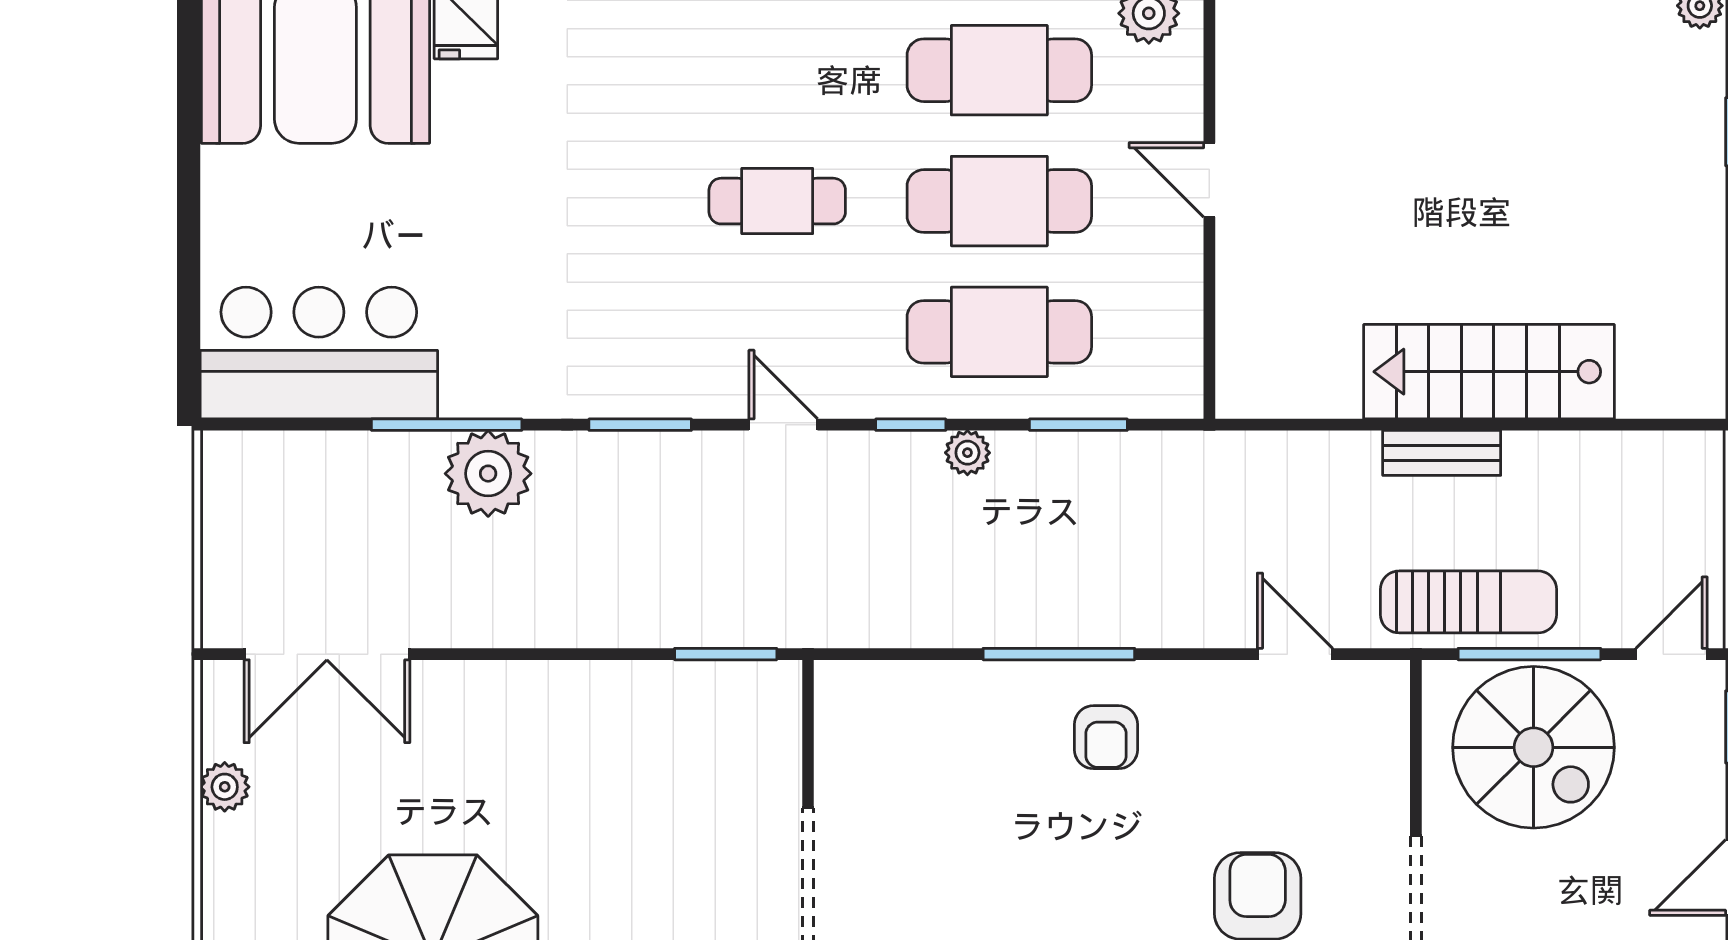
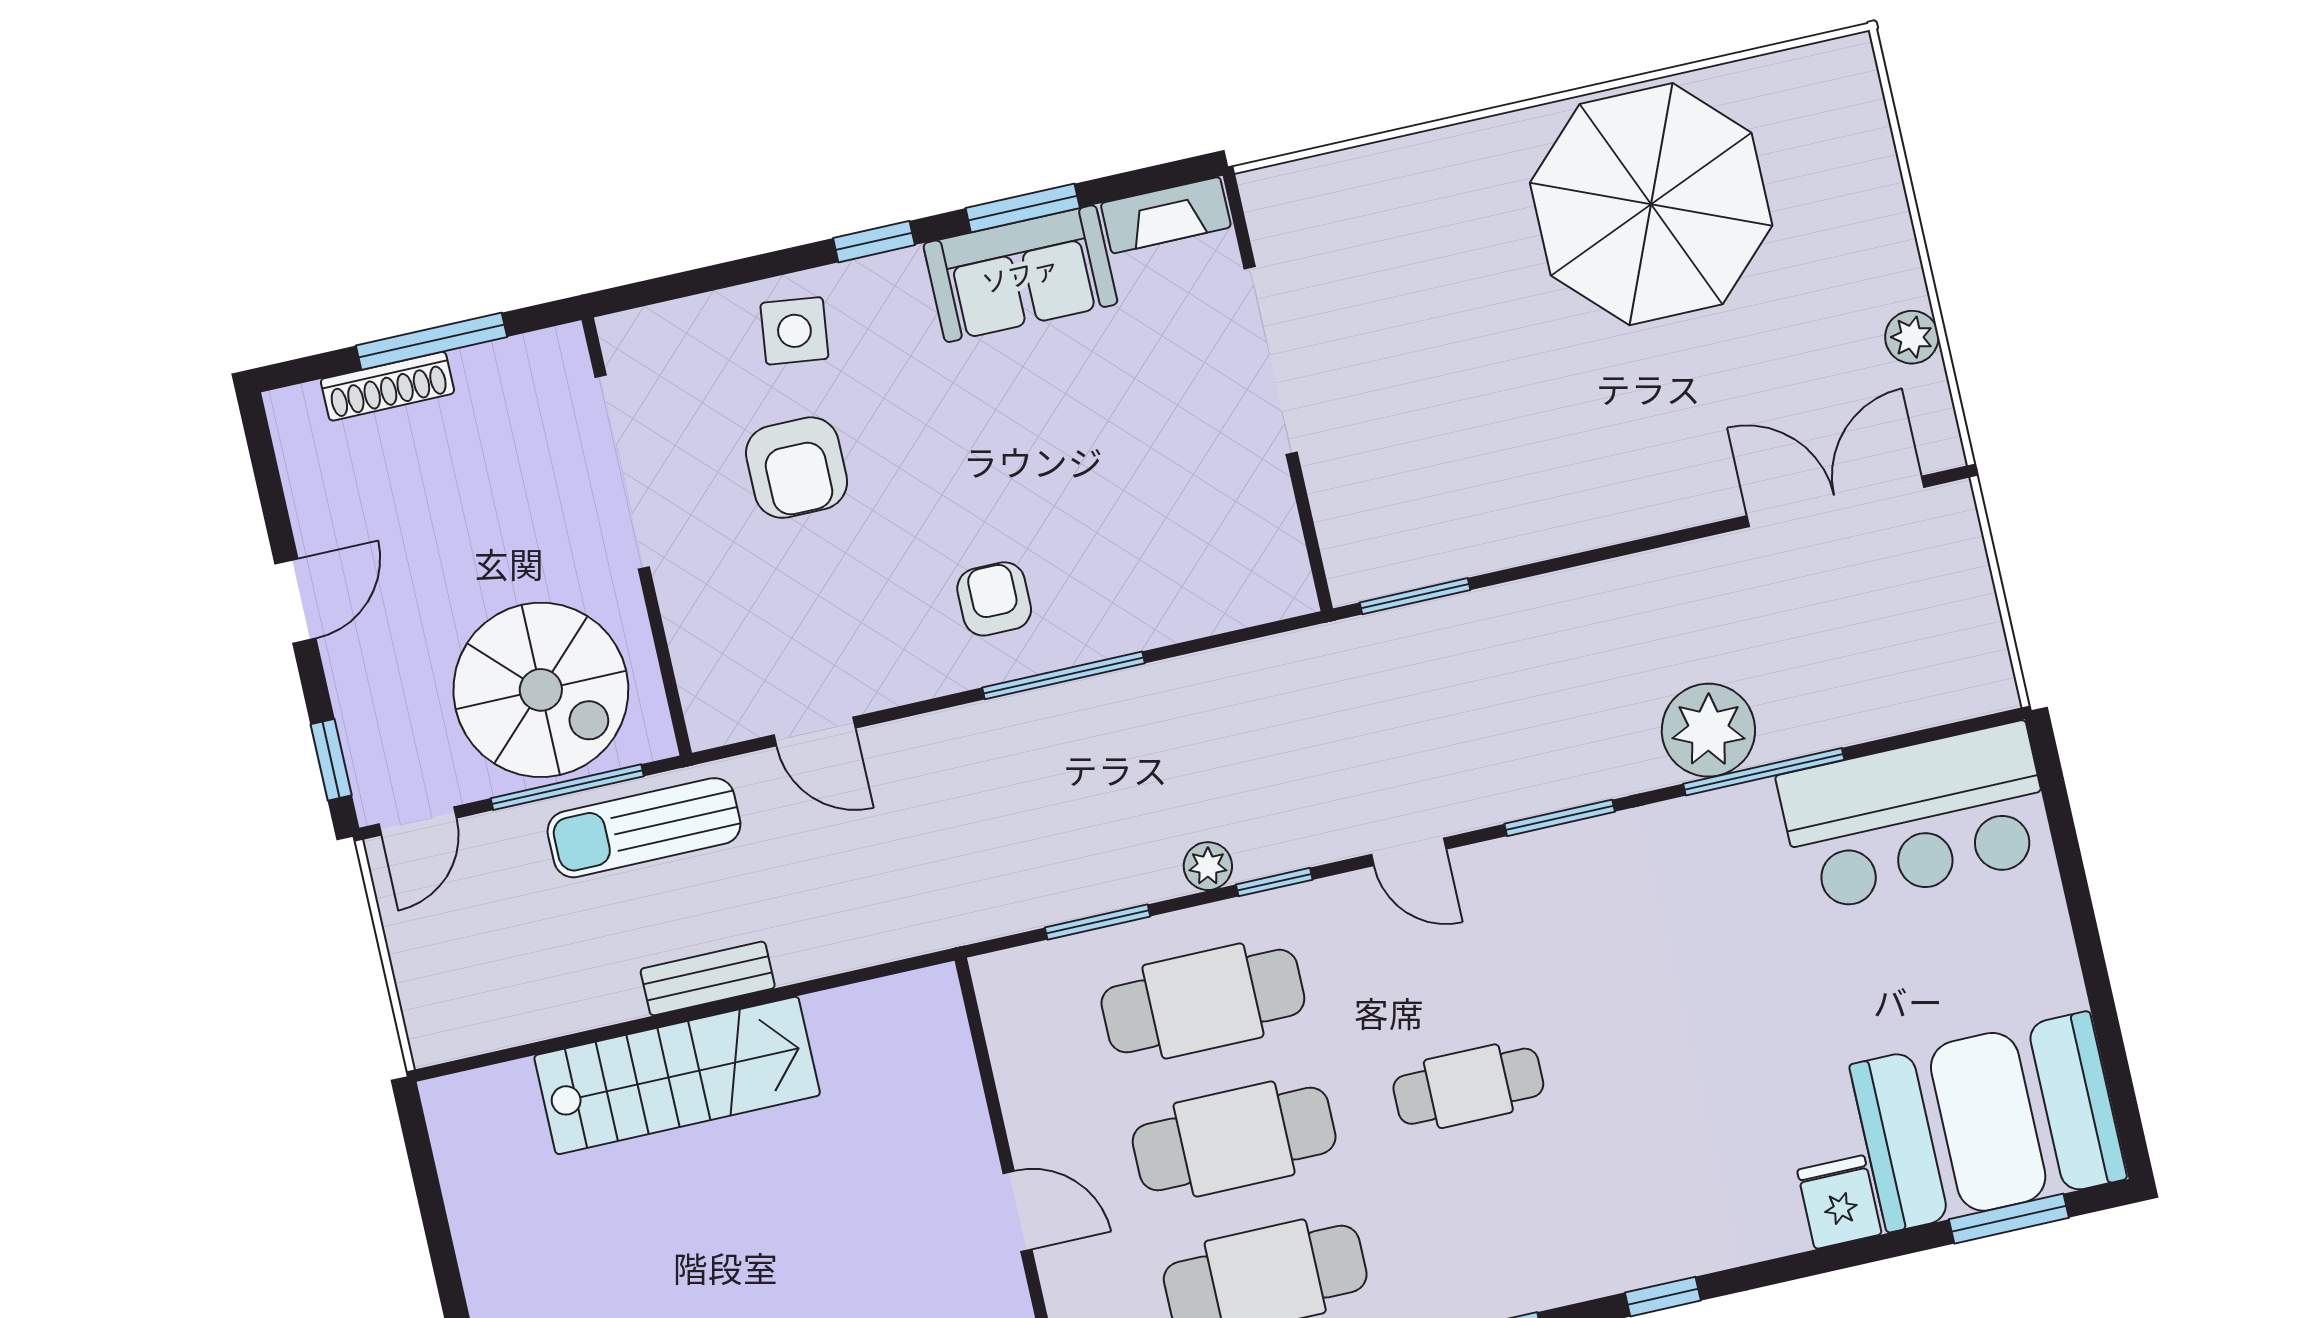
spiral stairs: (1534, 747) -> (541, 690), turned 180

